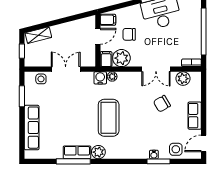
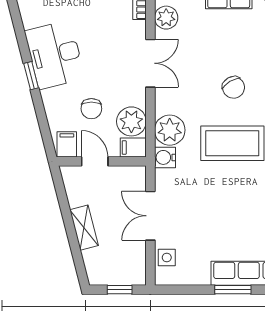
shelving: (38, 35) -> (84, 228), moved
plant: (112, 77) -> (170, 130), width x1.88, depth x1.88
window: (22, 96) -> (233, 290), moved
chair: (162, 104) -> (233, 87), moved

